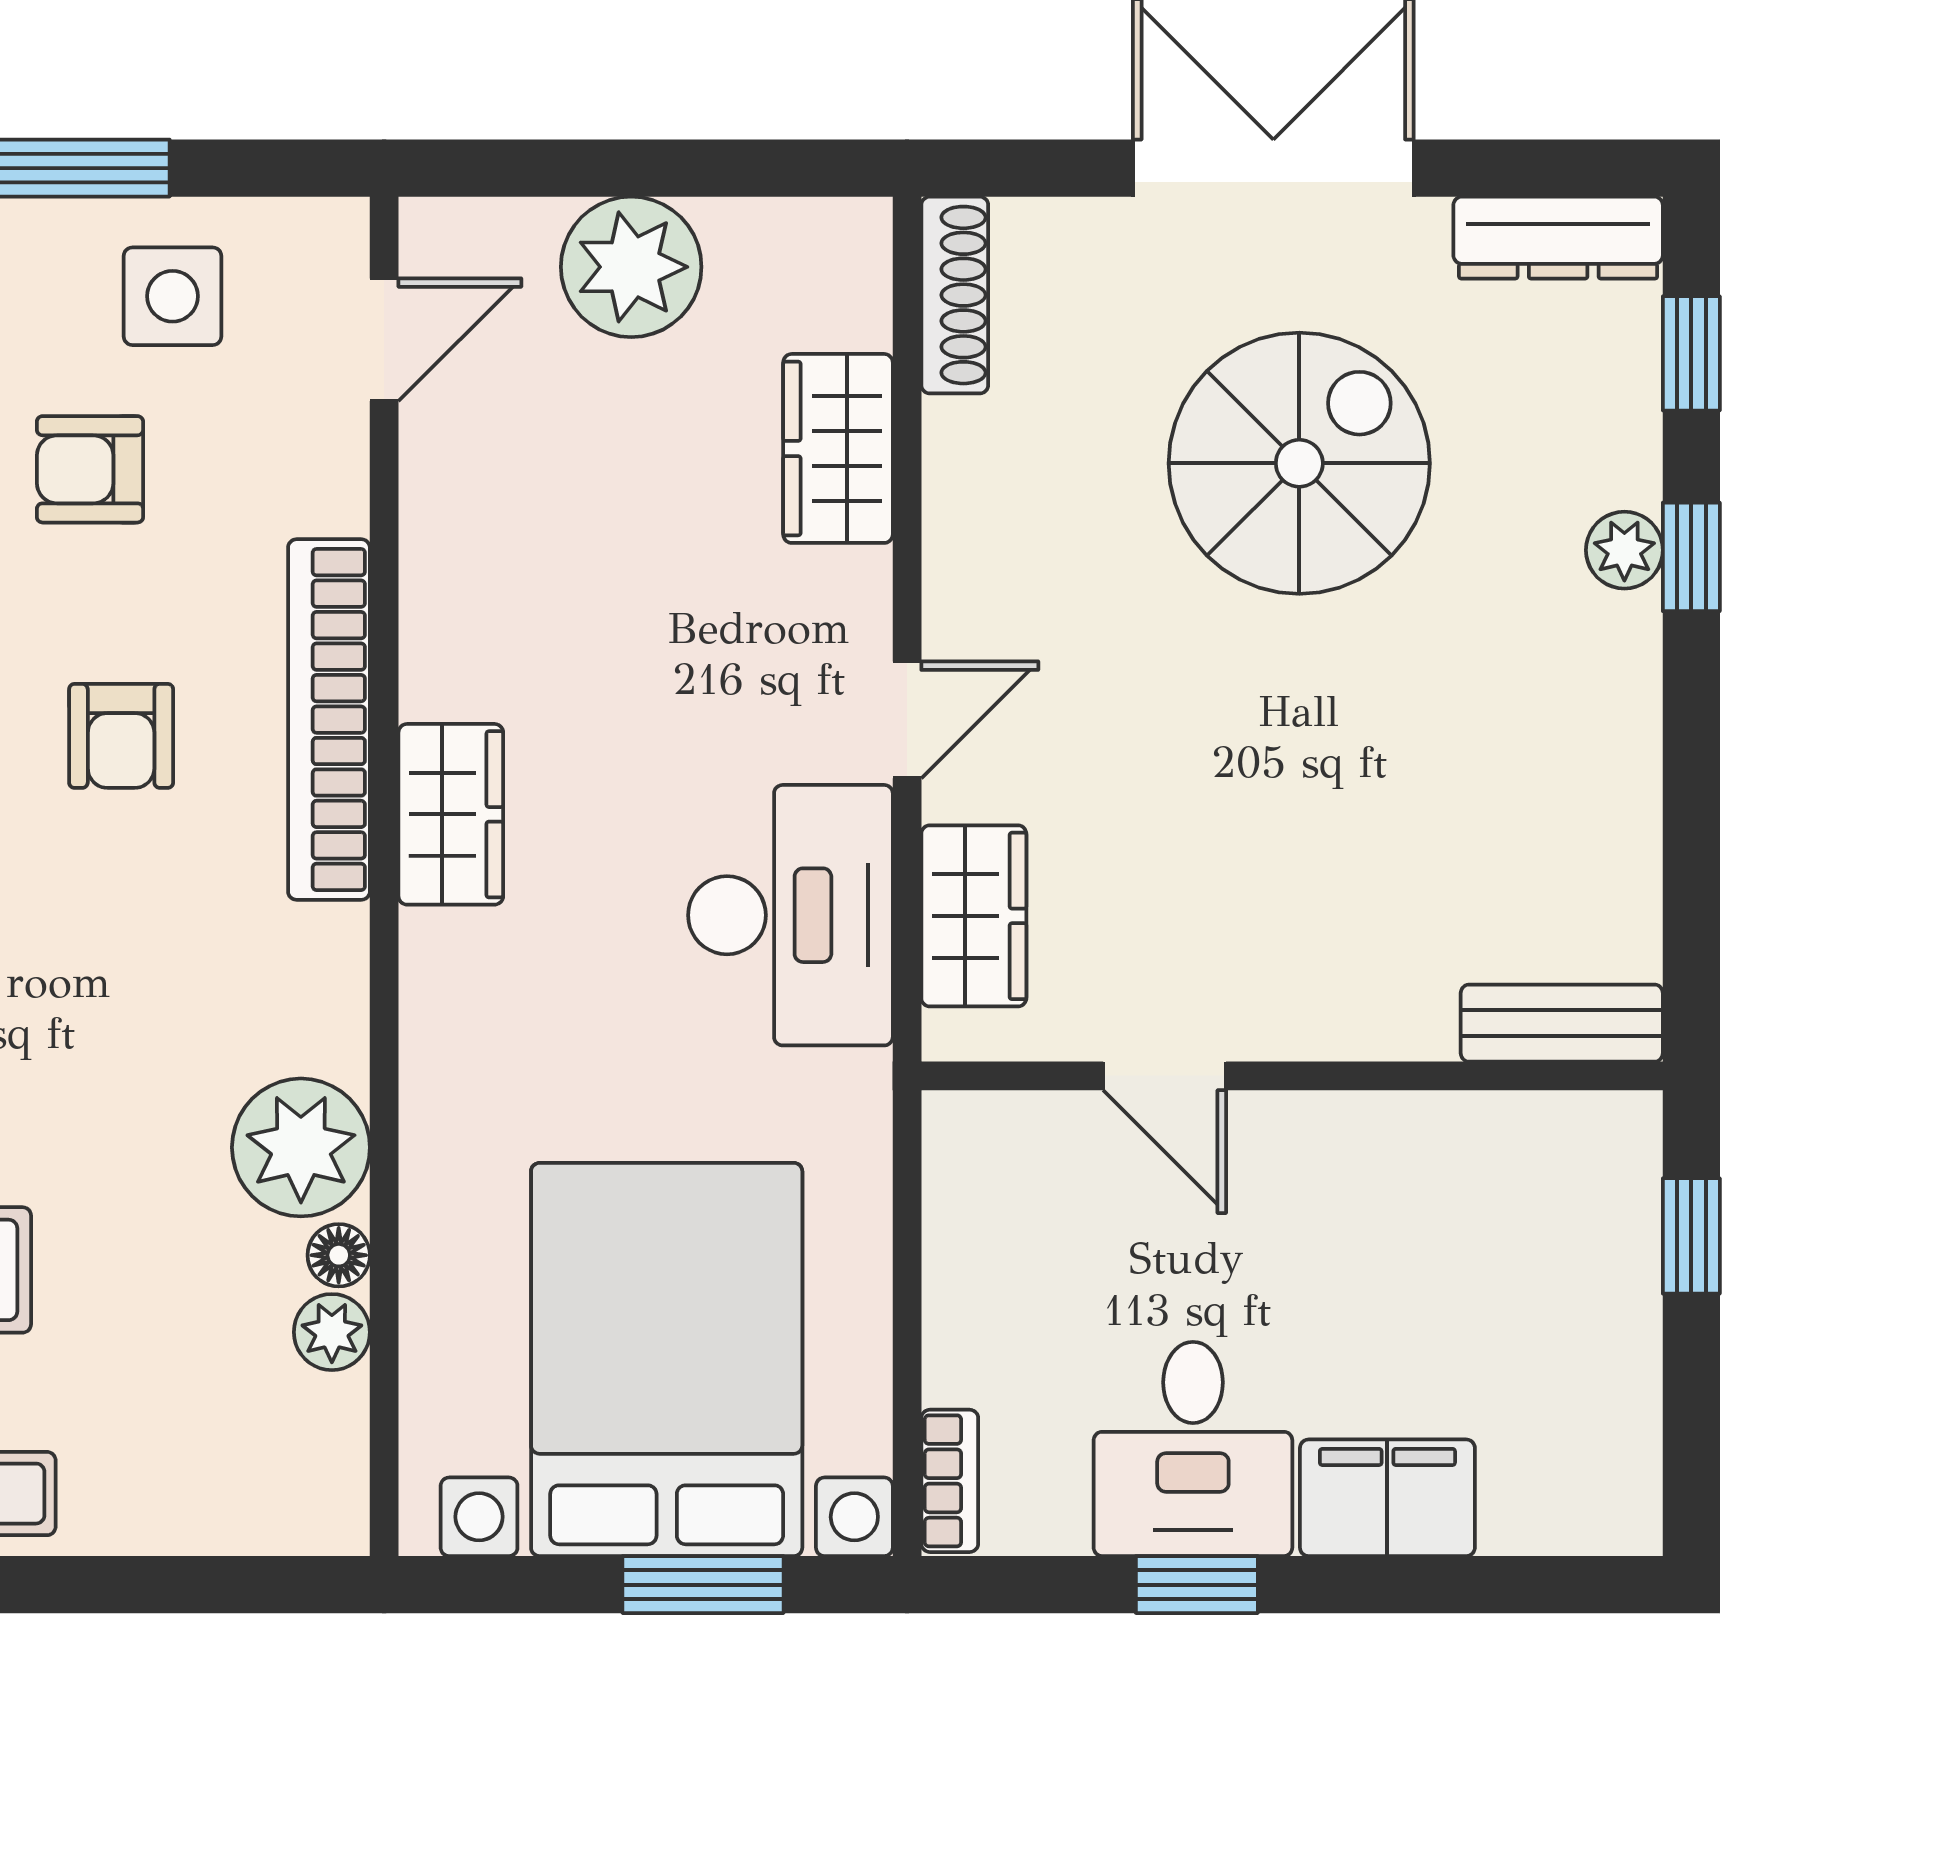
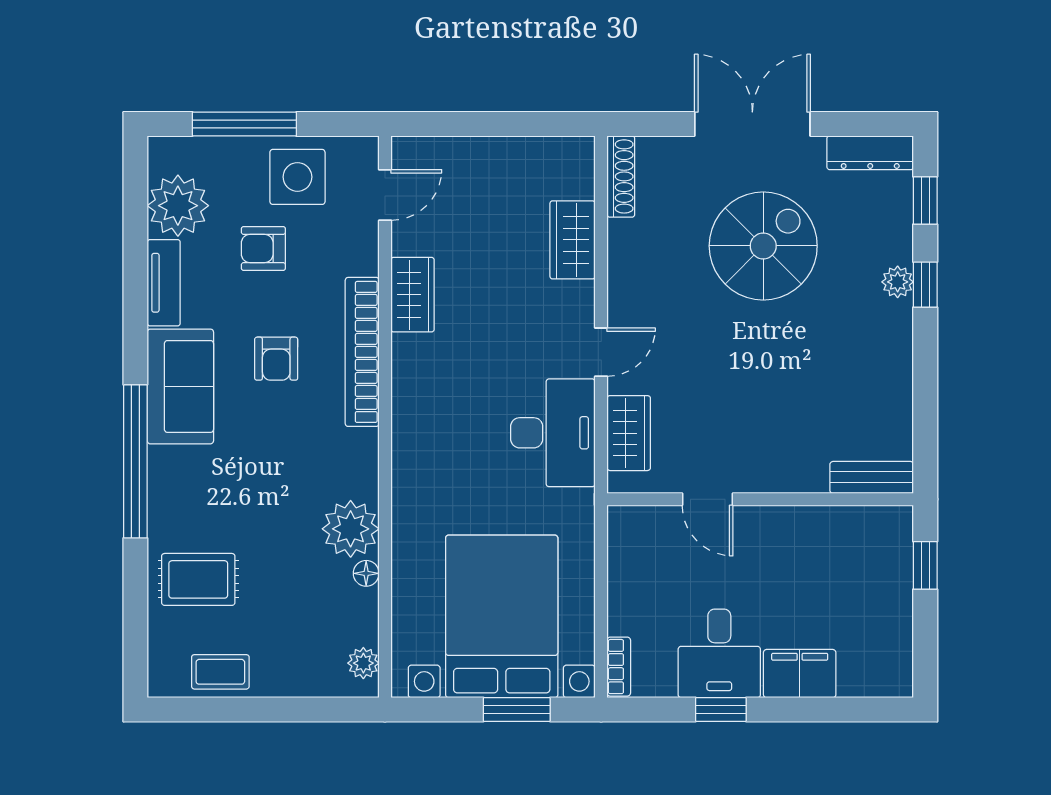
plant: (631, 267) -> (487, 165), removed
side table: (173, 296) -> (297, 177), width x1.37, depth x1.37
wardrobe: (451, 814) -> (413, 295), moved
plant: (332, 1332) -> (363, 663), moved

